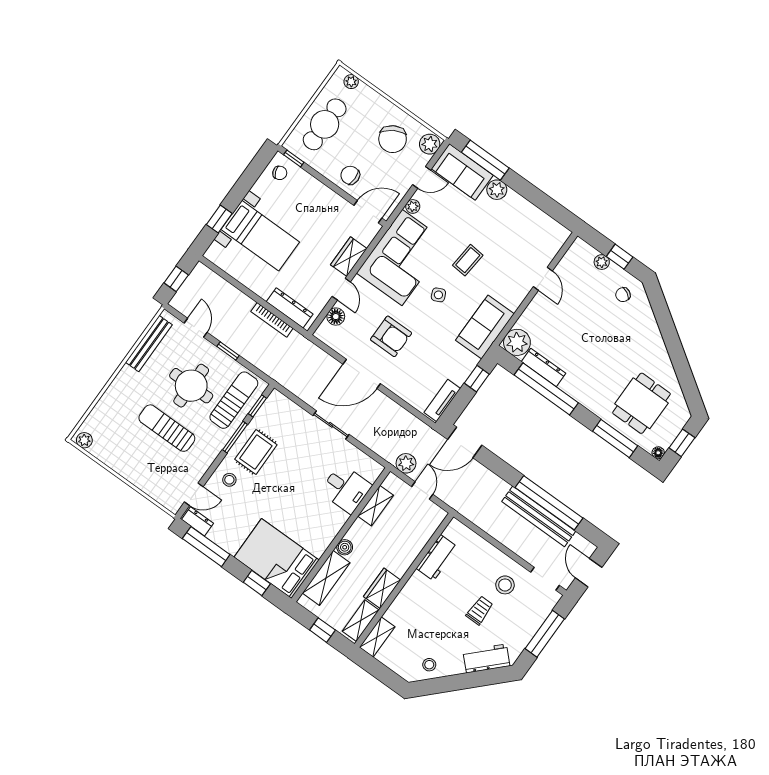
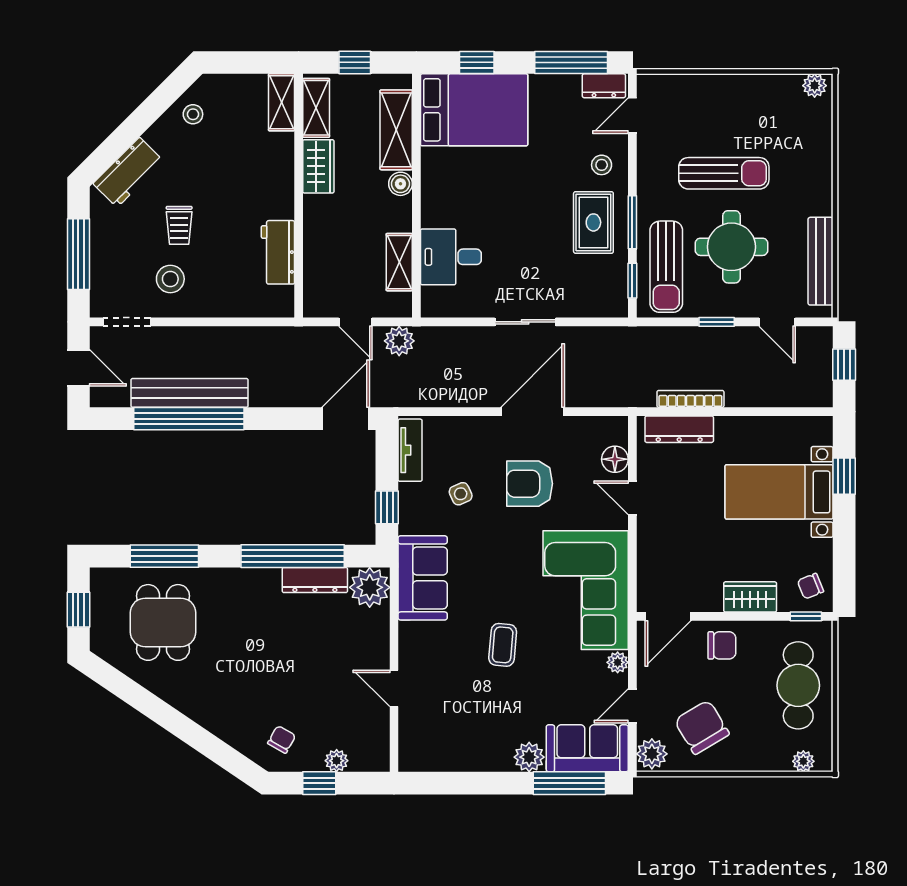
wardrobe: (349, 257) -> (750, 597), moved, turned -90
side table: (438, 295) -> (461, 494), moved
floor lamp: (658, 453) -> (99, 576), removed

